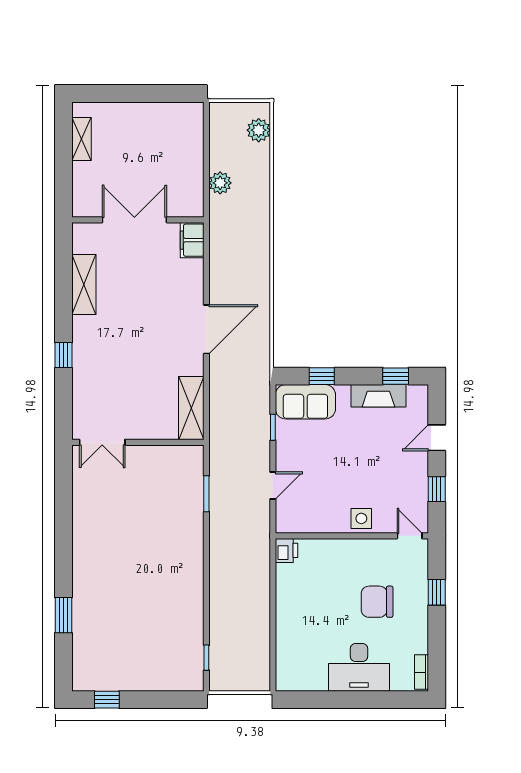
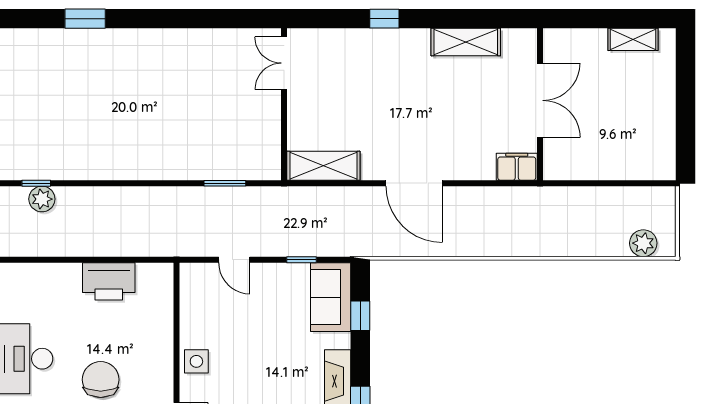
plant: (220, 183) -> (42, 199), moved
printer: (287, 550) -> (109, 281), moved, width x1.87, depth x1.48

